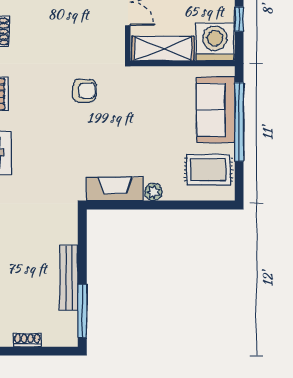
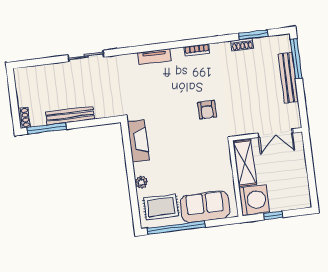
window: (239, 122) -> (176, 228), moved
rug: (208, 170) -> (161, 207), turned 90
plant: (153, 192) -> (141, 182), moved
shoe rack: (27, 340) -> (24, 118), moved

